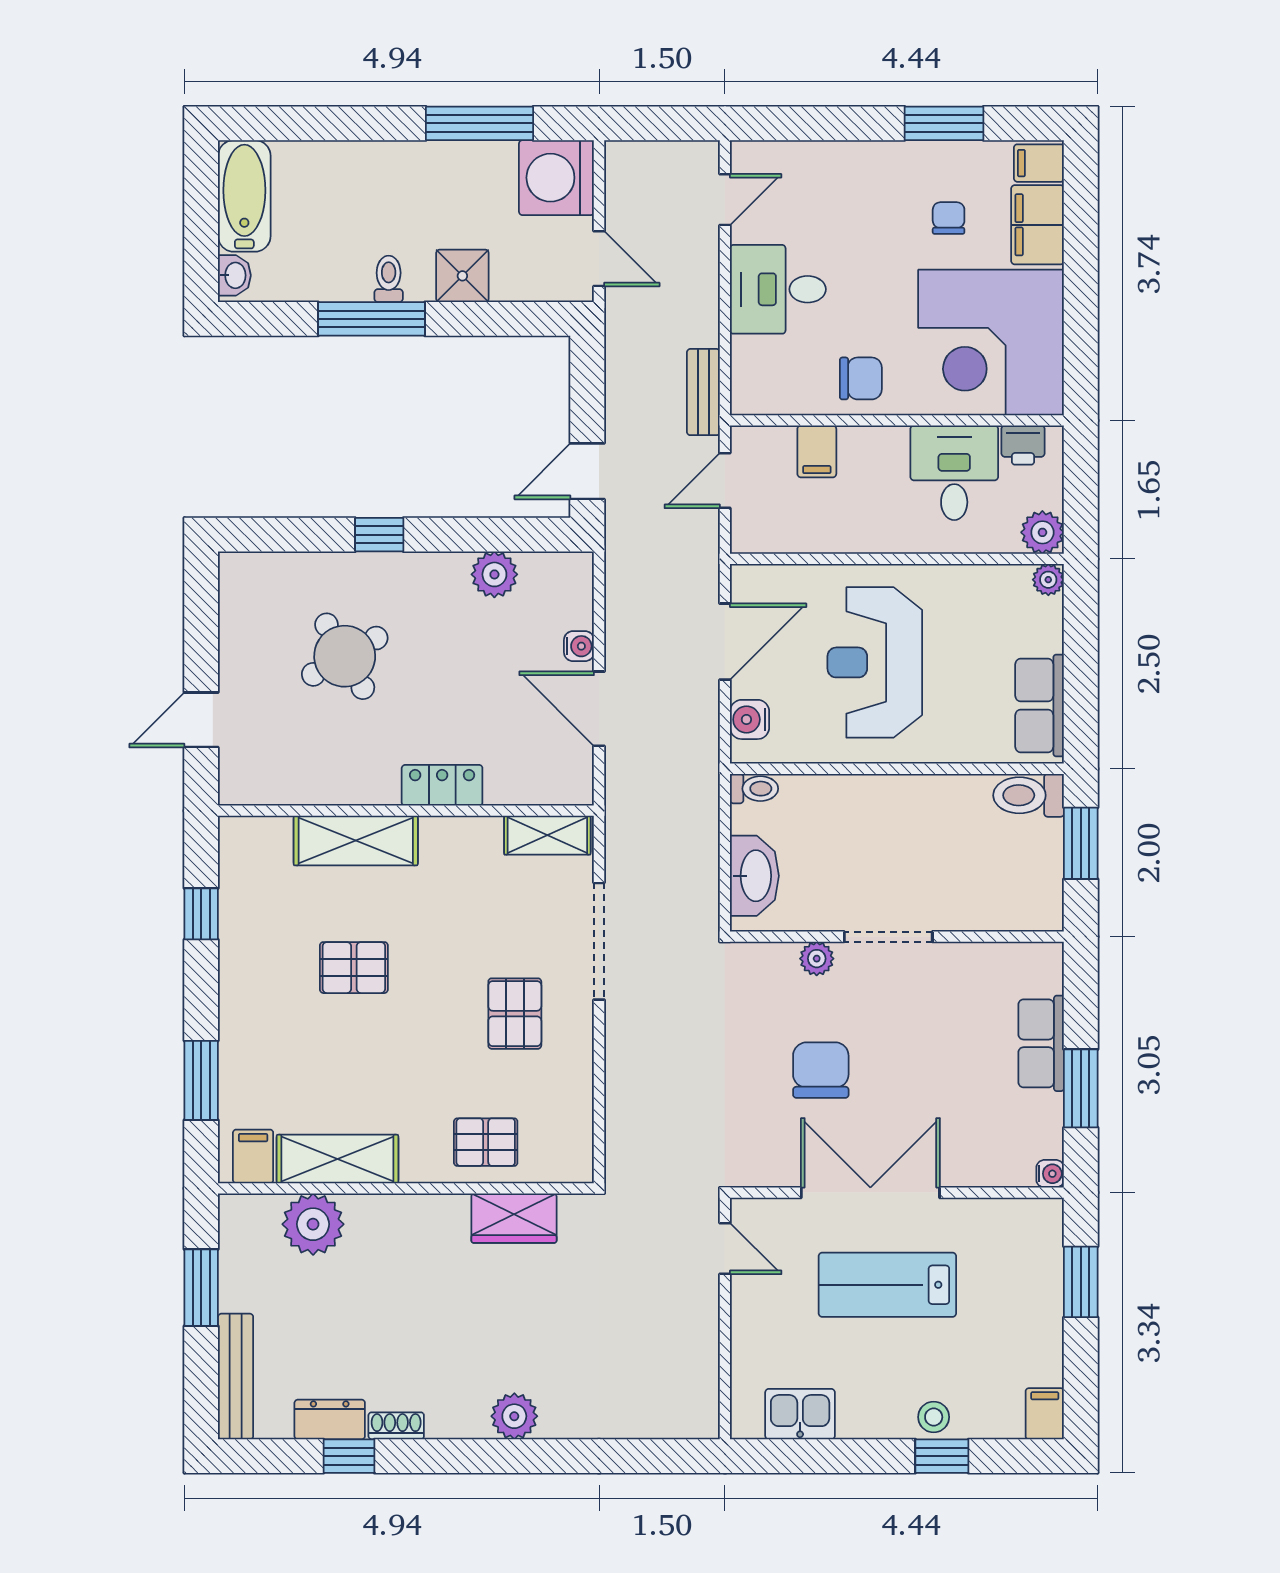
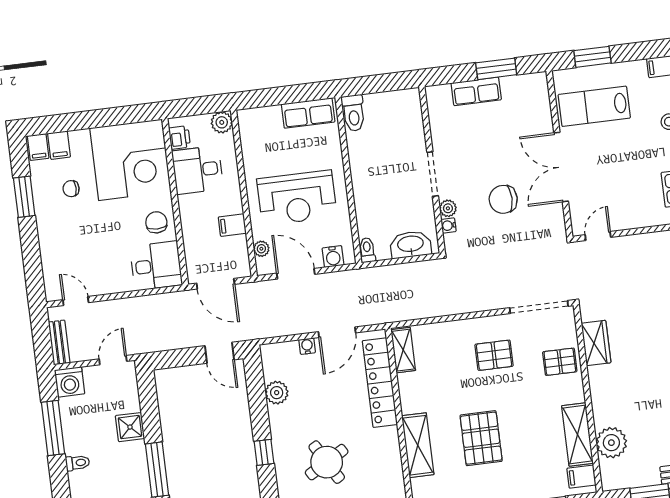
washing machine: (556, 178) -> (70, 382), width x0.73, depth x0.73
filing cabinet: (1038, 225) -> (59, 145), width x0.50
toilet: (389, 279) -> (78, 463), moved, turned 180
desk: (778, 289) -> (156, 266), moved, turned -90
bench: (703, 392) -> (59, 342), moved, turned 90
filing cabinet: (817, 451) -> (232, 225), moved, turned 180
door: (725, 481) -> (216, 284), width x1.37
plant: (1048, 580) -> (261, 249), moved
locker: (442, 785) -> (380, 383), width x2.16, depth x1.21
window: (1081, 843) -> (374, 84), removed
doorway: (599, 941) -> (539, 307), moved
pallet: (354, 968) -> (481, 438), width x1.50, depth x1.42
pallet: (486, 1142) -> (560, 362), turned 90
water cooler: (1050, 1174) -> (448, 226), moved, turned -90
lab bench: (887, 1285) -> (594, 106), moved, turned 90

